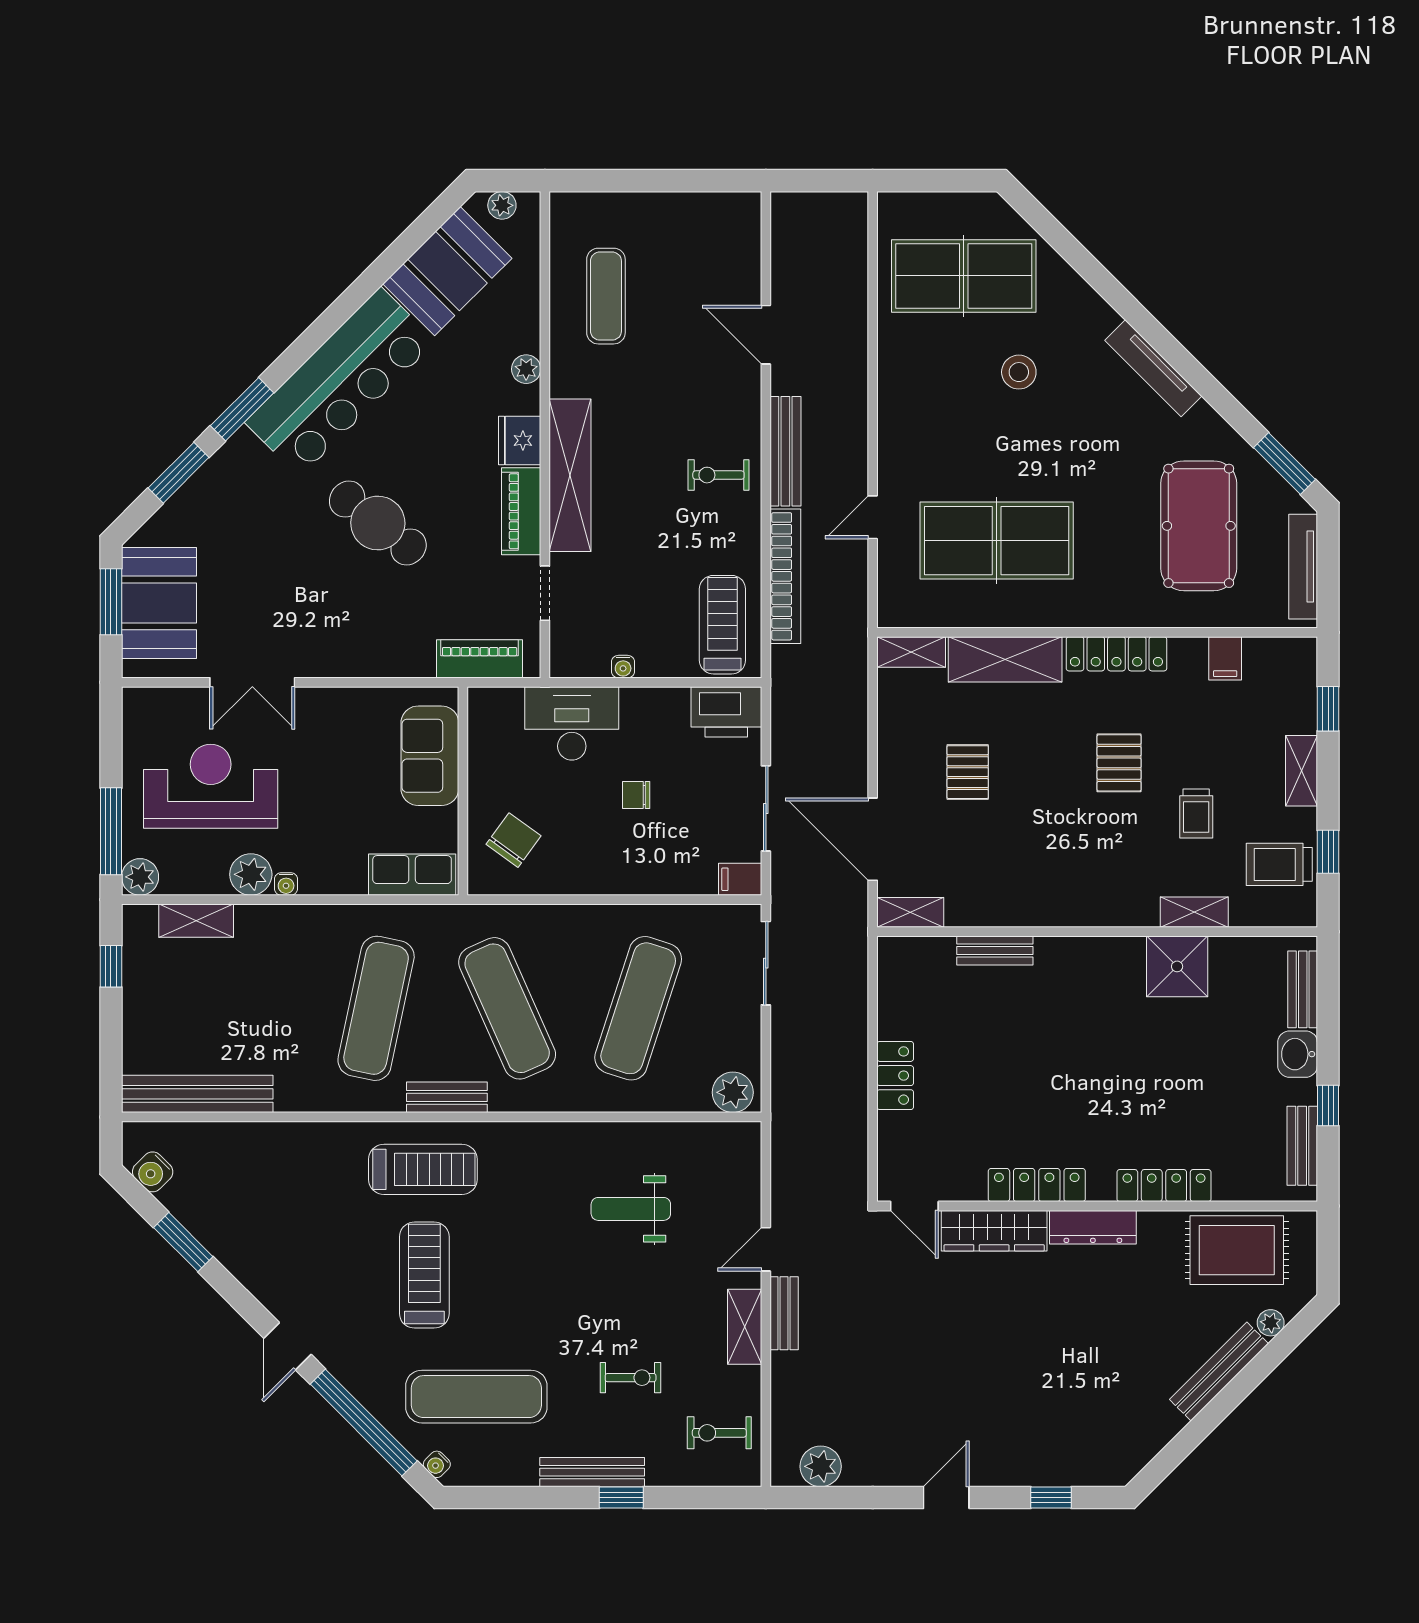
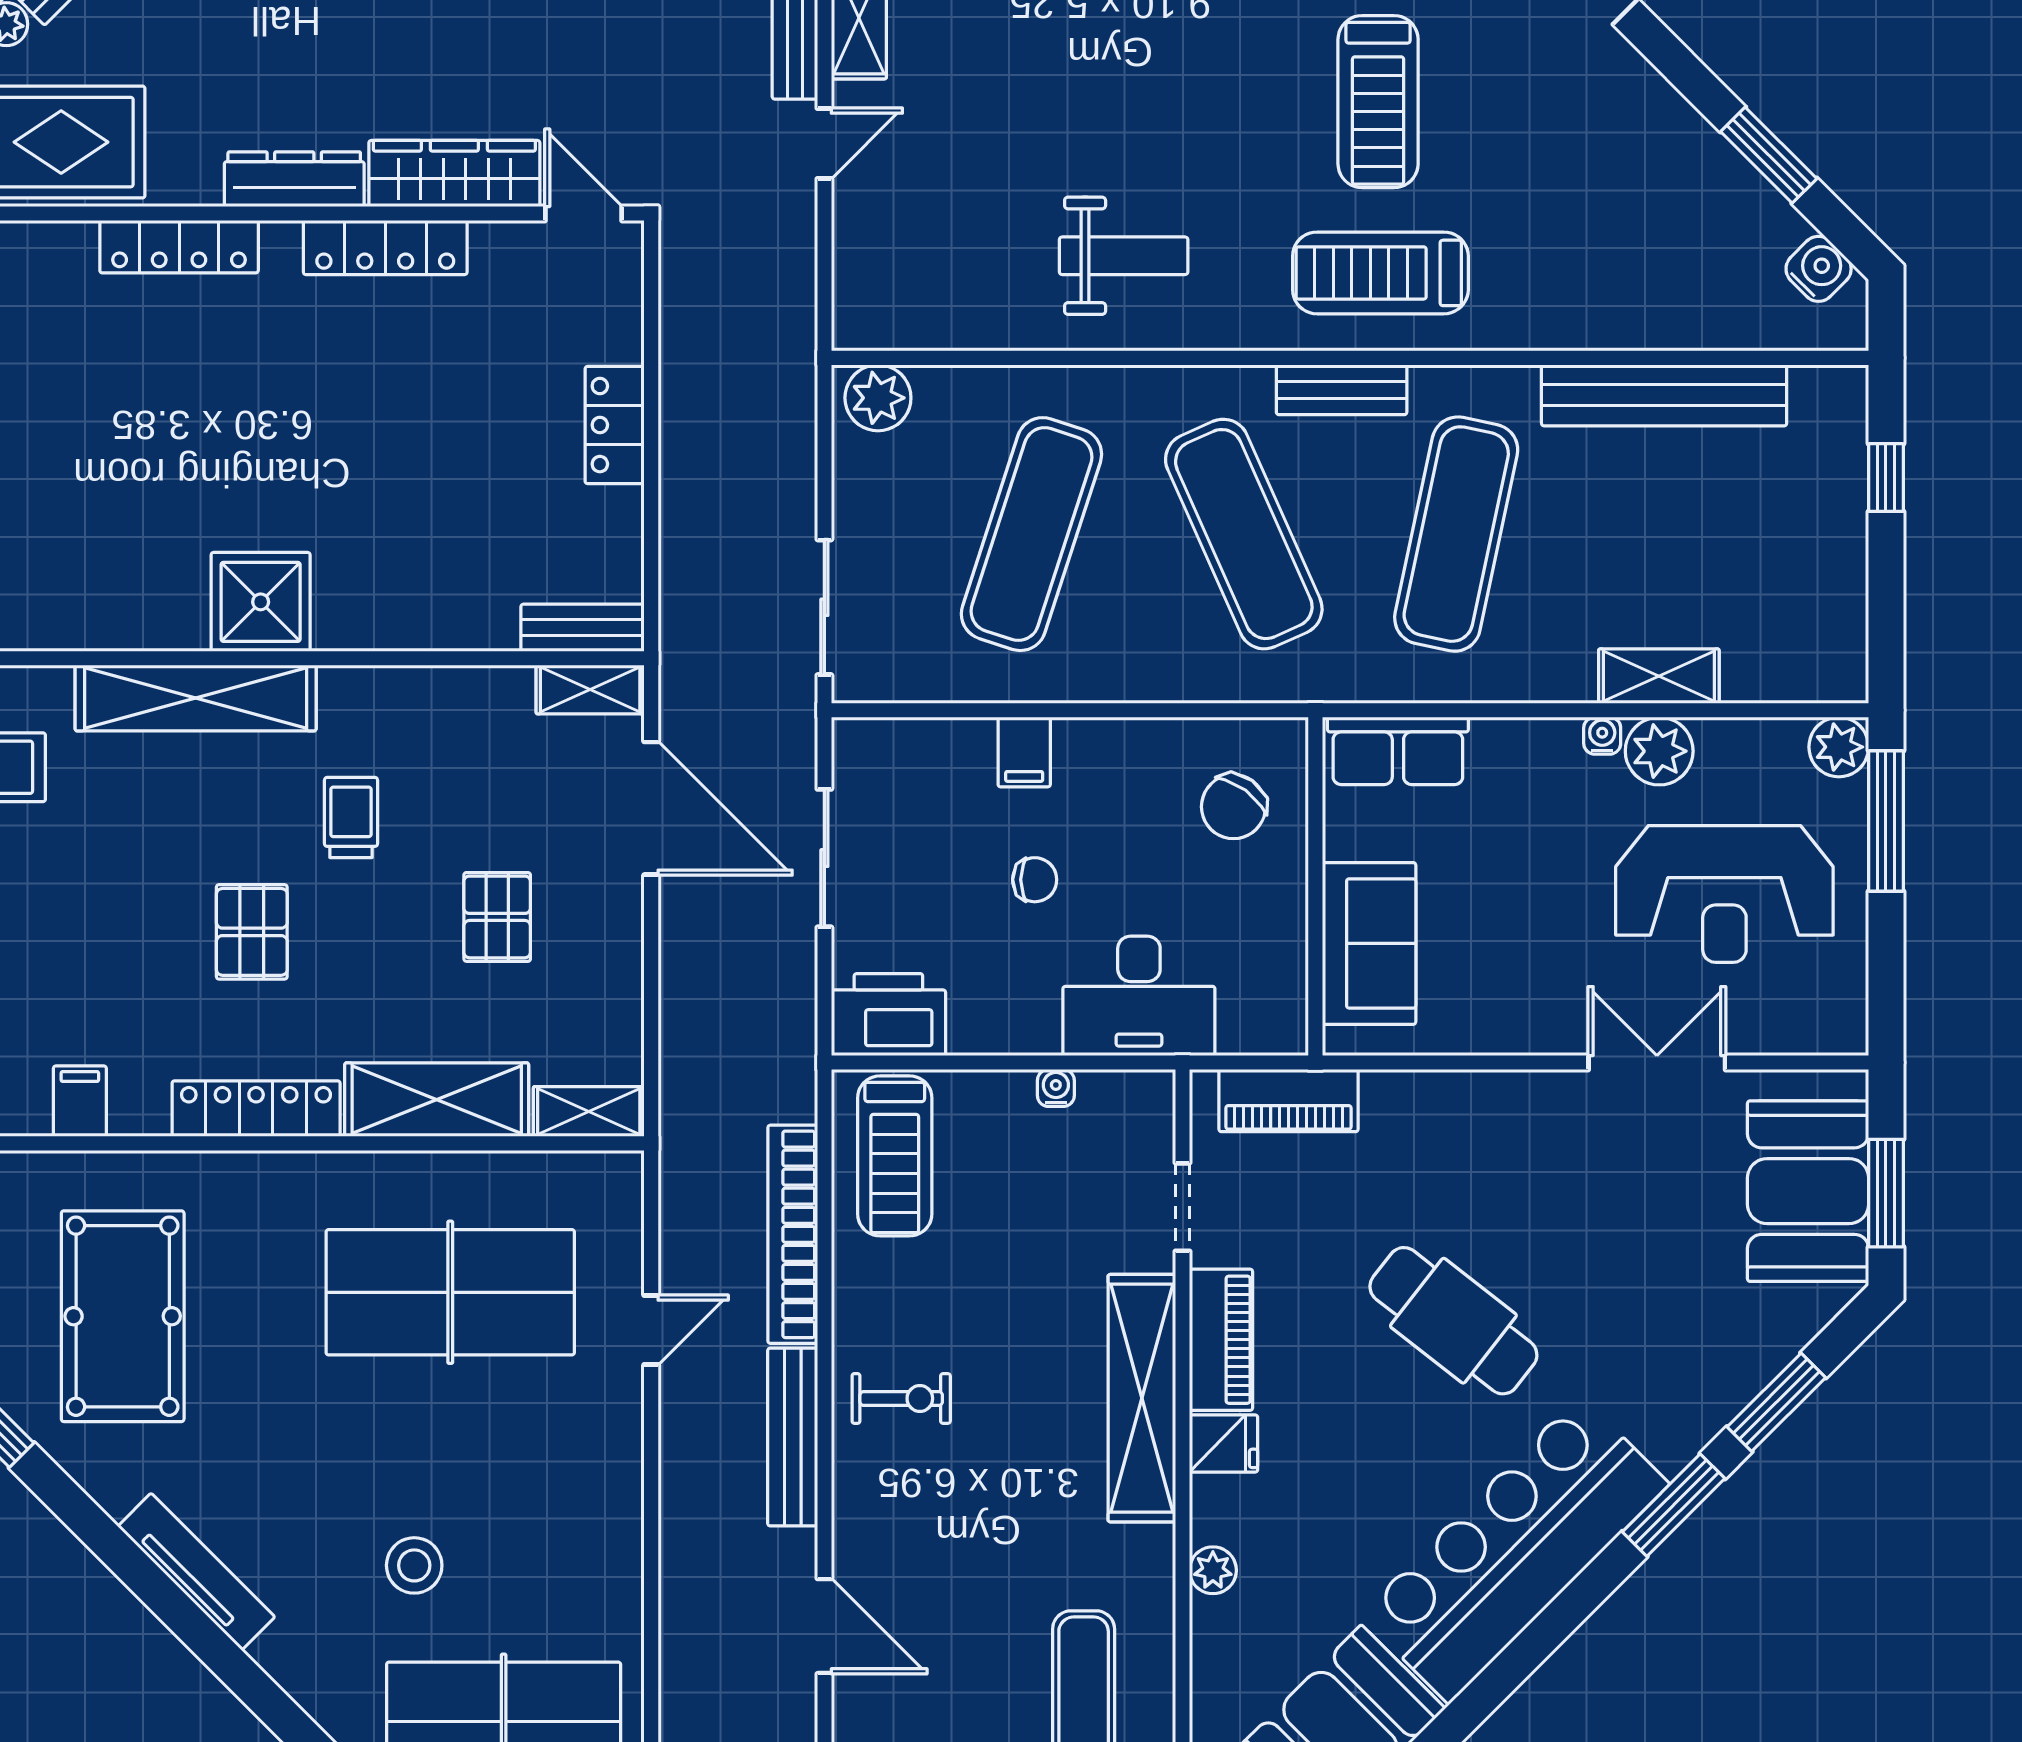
fridge: (520, 440) -> (1224, 1444), width x0.72
trolley: (1196, 814) -> (351, 817), moved
filing cabinet: (740, 879) -> (1024, 752), moved, turned 90
shelving: (1194, 912) -> (196, 698), width x2.20, depth x1.33
shelving: (196, 921) -> (1659, 676), moved
bench: (995, 950) -> (583, 628), moved
window: (111, 966) -> (1886, 478), moved
shower: (1177, 966) -> (261, 602), moved
bench: (197, 1094) -> (1664, 395), moved
weight bench: (631, 1209) -> (1124, 256), moved

